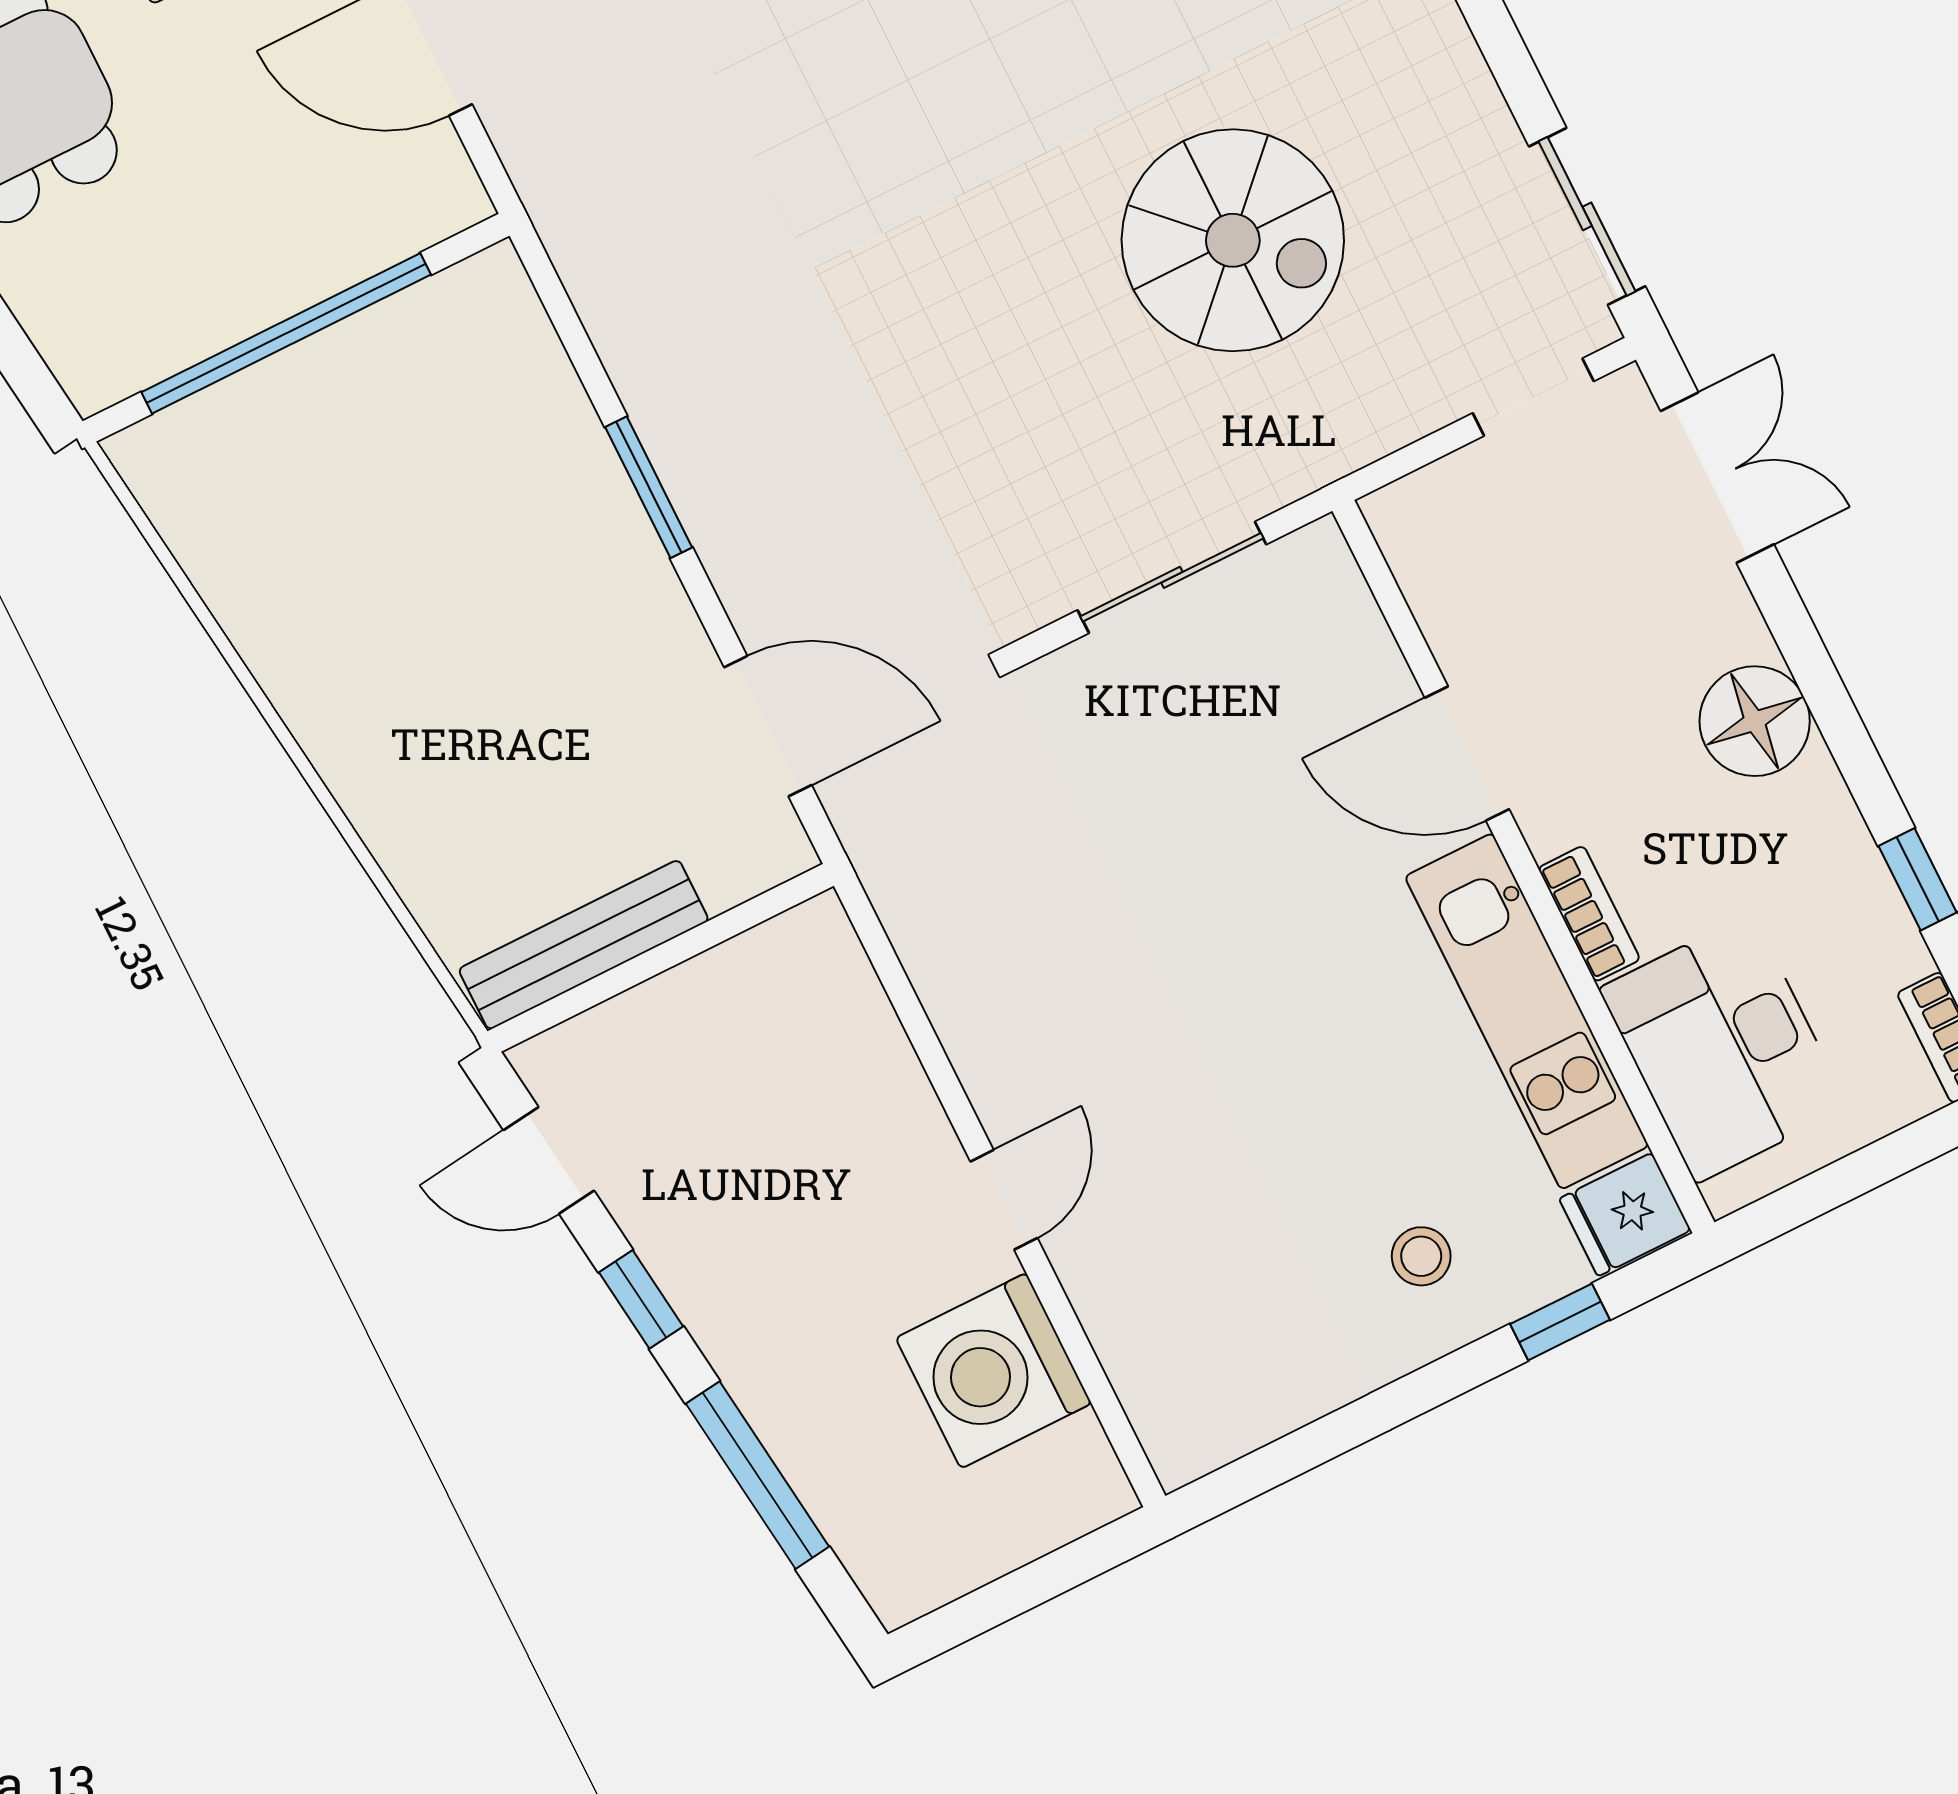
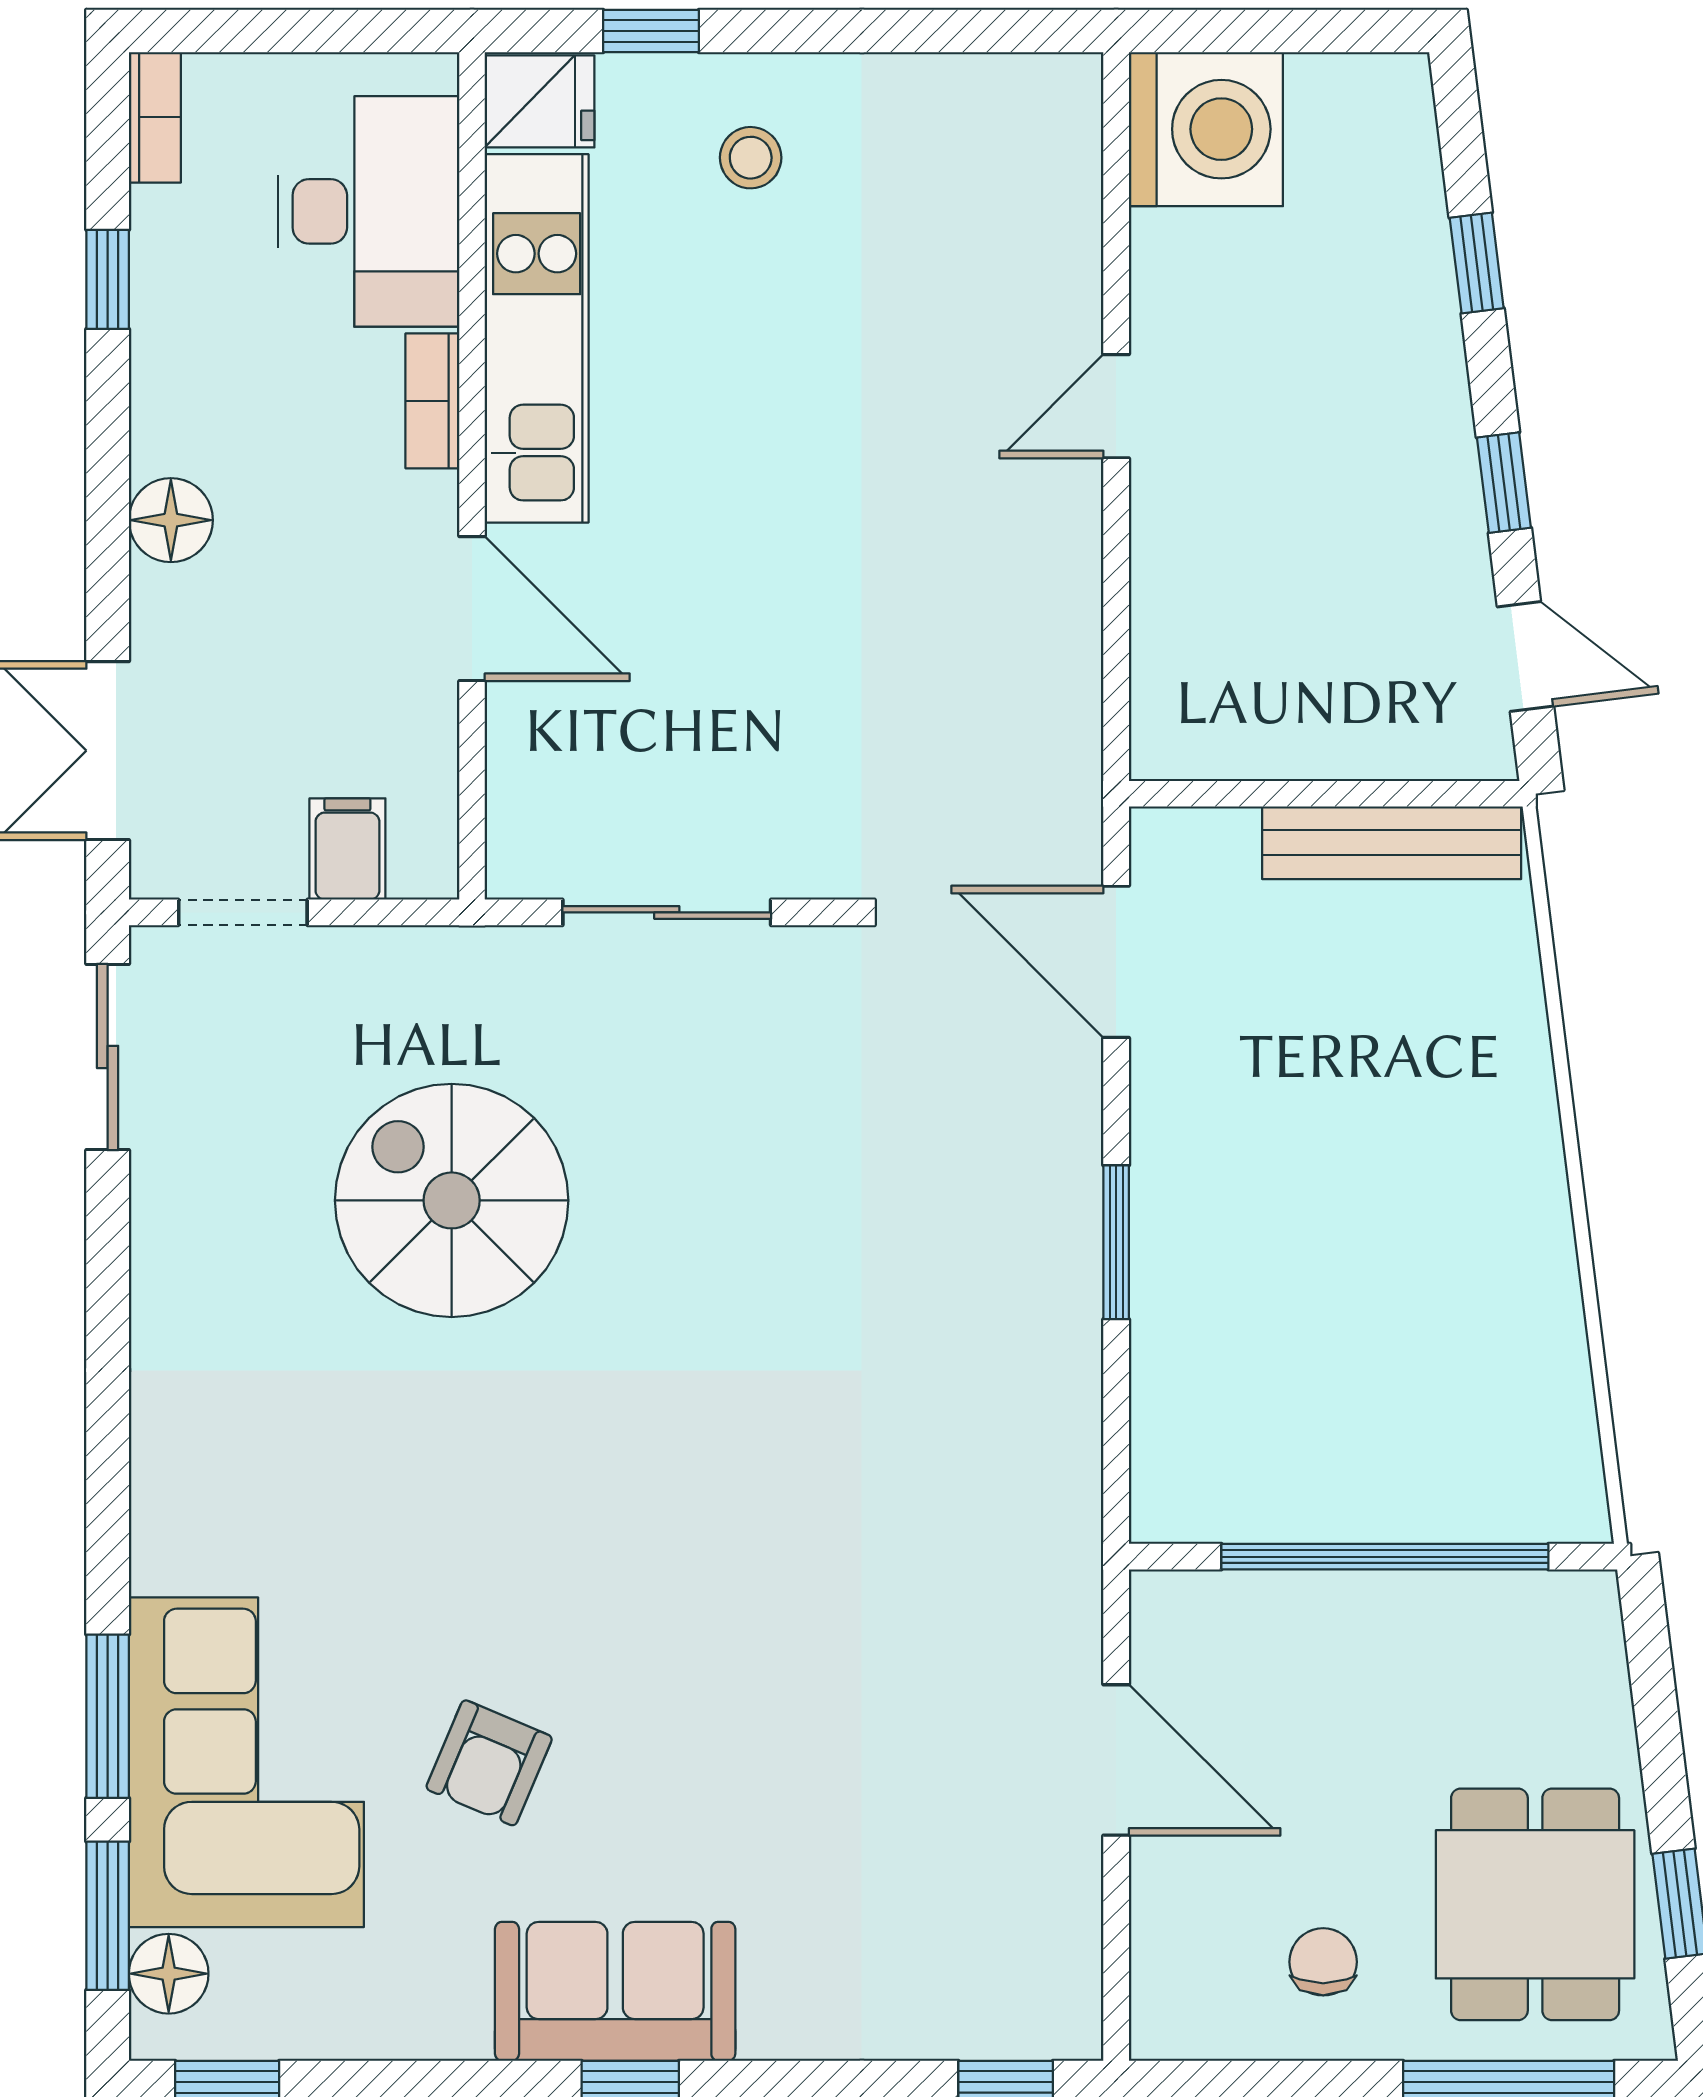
filing cabinet: (1471, 496) -> (347, 849), added
floor lamp: (1755, 721) -> (171, 520), width x0.73, depth x0.73
washing machine: (994, 1371) -> (1206, 129), moved
window: (758, 1475) -> (1477, 263), width x0.46

